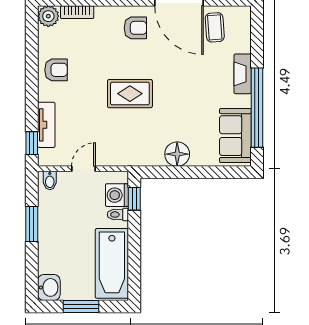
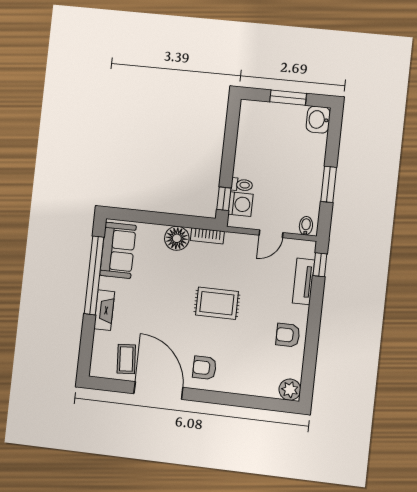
bookcase: (77, 12) -> (207, 236), moved, turned 180
bathtub: (112, 263) -> (253, 137), removed

